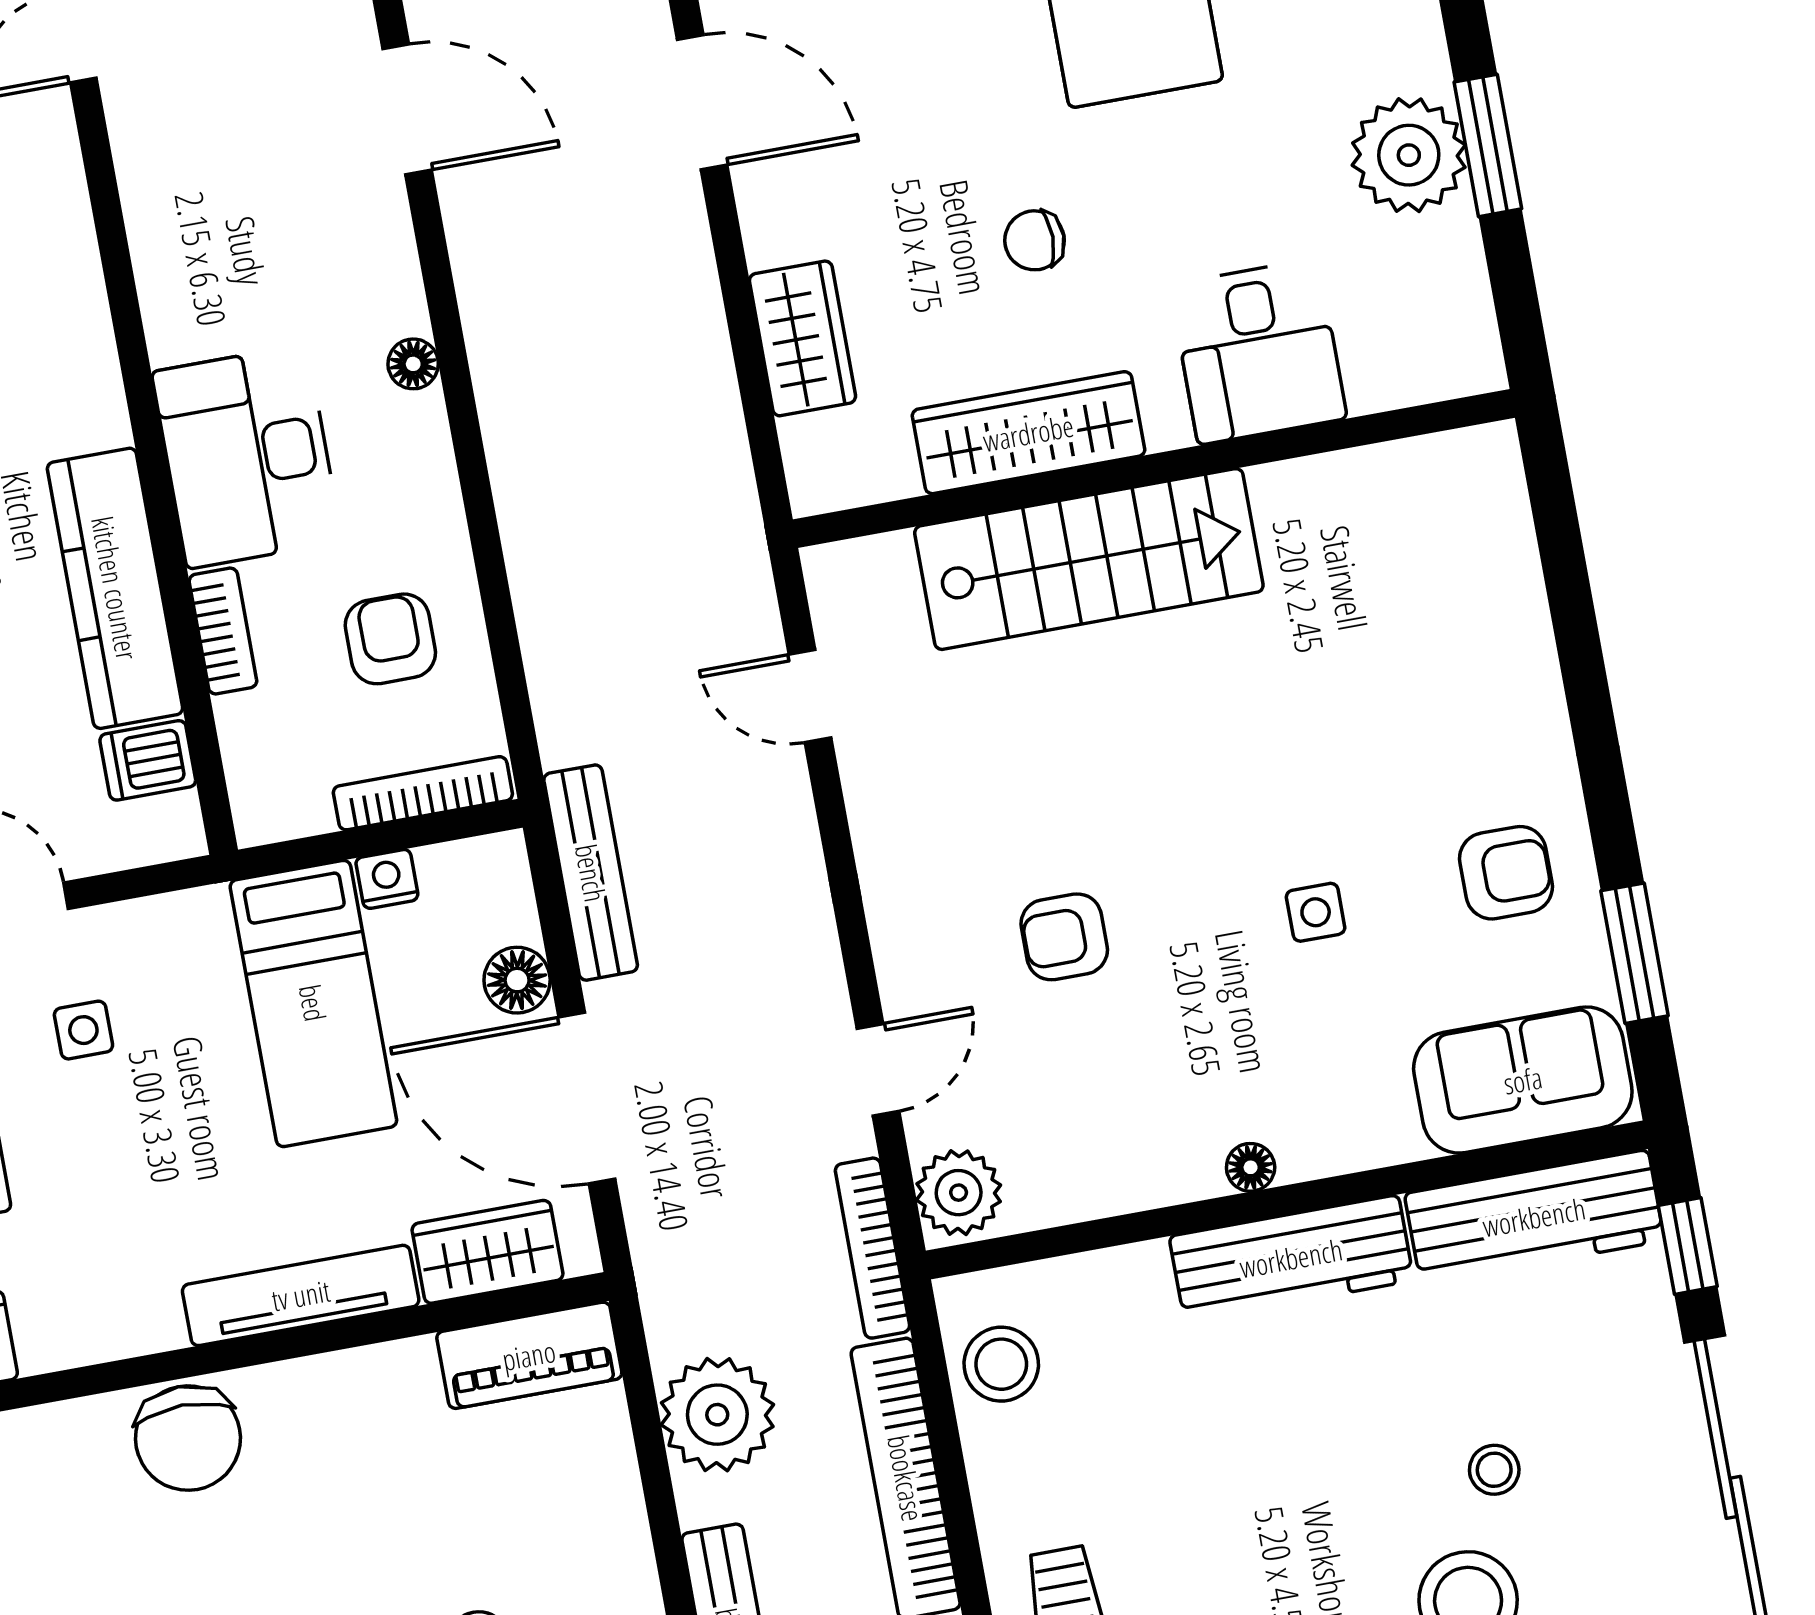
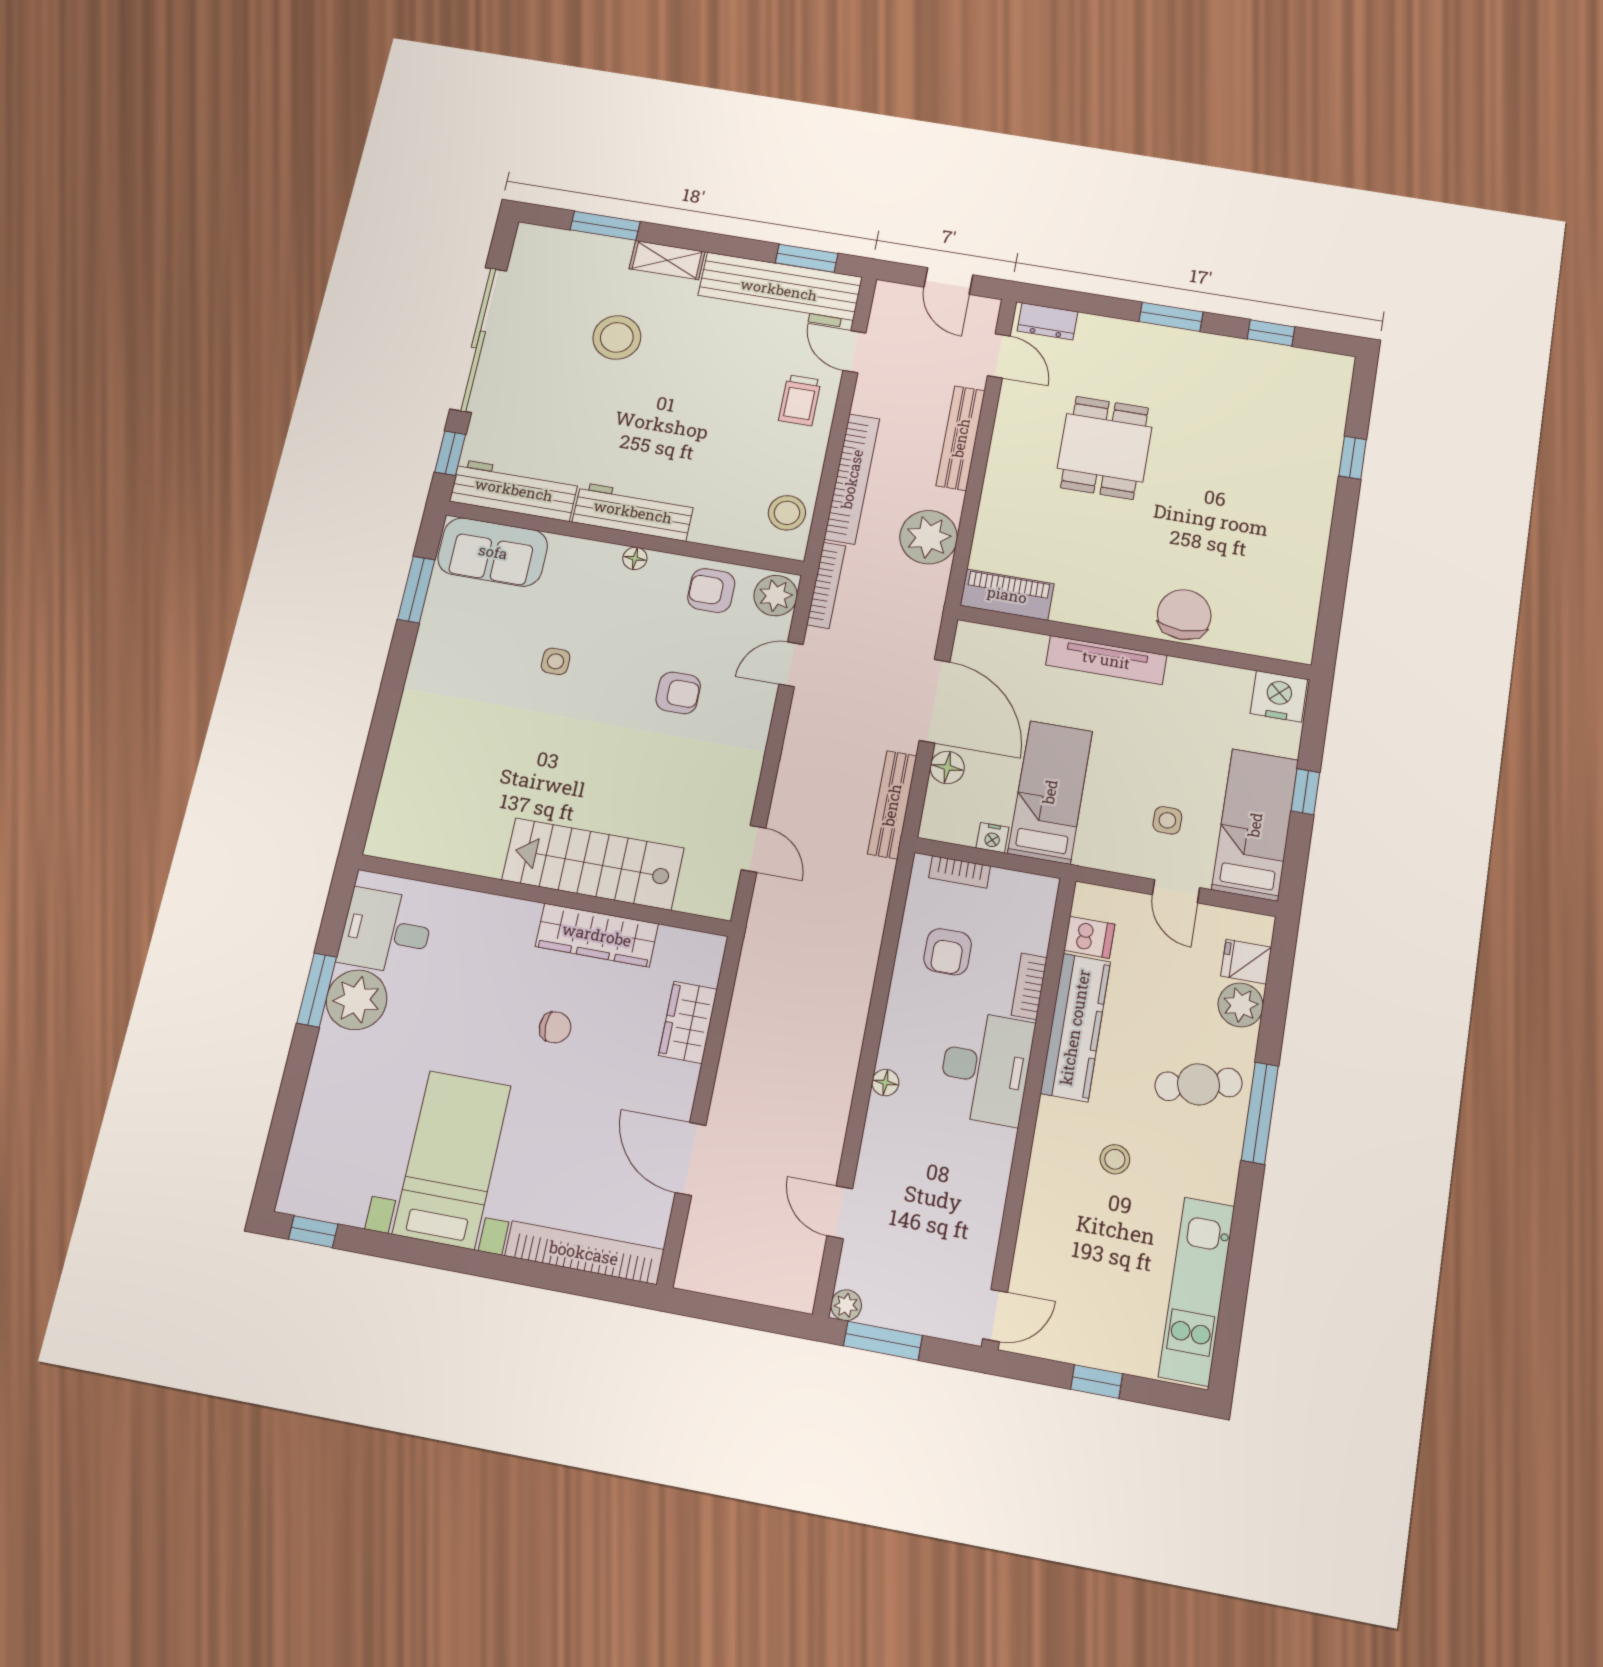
door: (407, 109) -> (840, 1212), width x0.73
desk: (1258, 352) -> (386, 931), moved, turned -90
bookcase: (423, 793) -> (960, 872), width x0.64
armchair: (1506, 873) -> (711, 590), moved
wardrobe: (488, 1252) -> (1009, 648), removed
stool: (1494, 1470) -> (581, 388), removed

